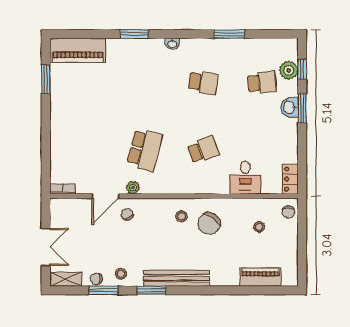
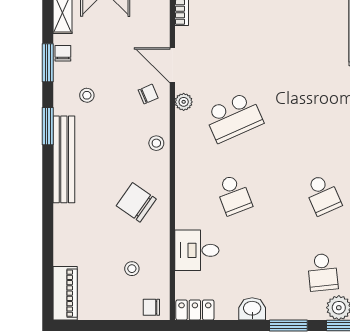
school desk: (203, 83) -> (323, 195), turned -33
washbasin: (290, 107) -> (252, 309), moved
school desk: (145, 150) -> (234, 117), turned -39
stool: (182, 216) -> (156, 143), moved
stool: (121, 274) -> (87, 95), moved
piano: (260, 277) -> (65, 293), moved

